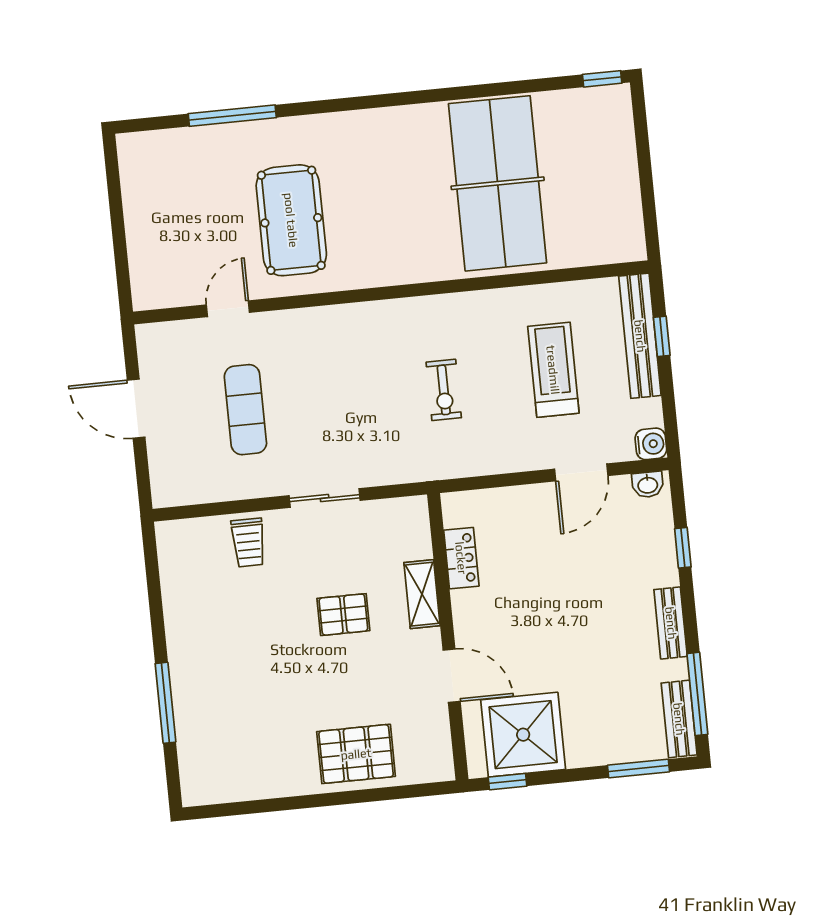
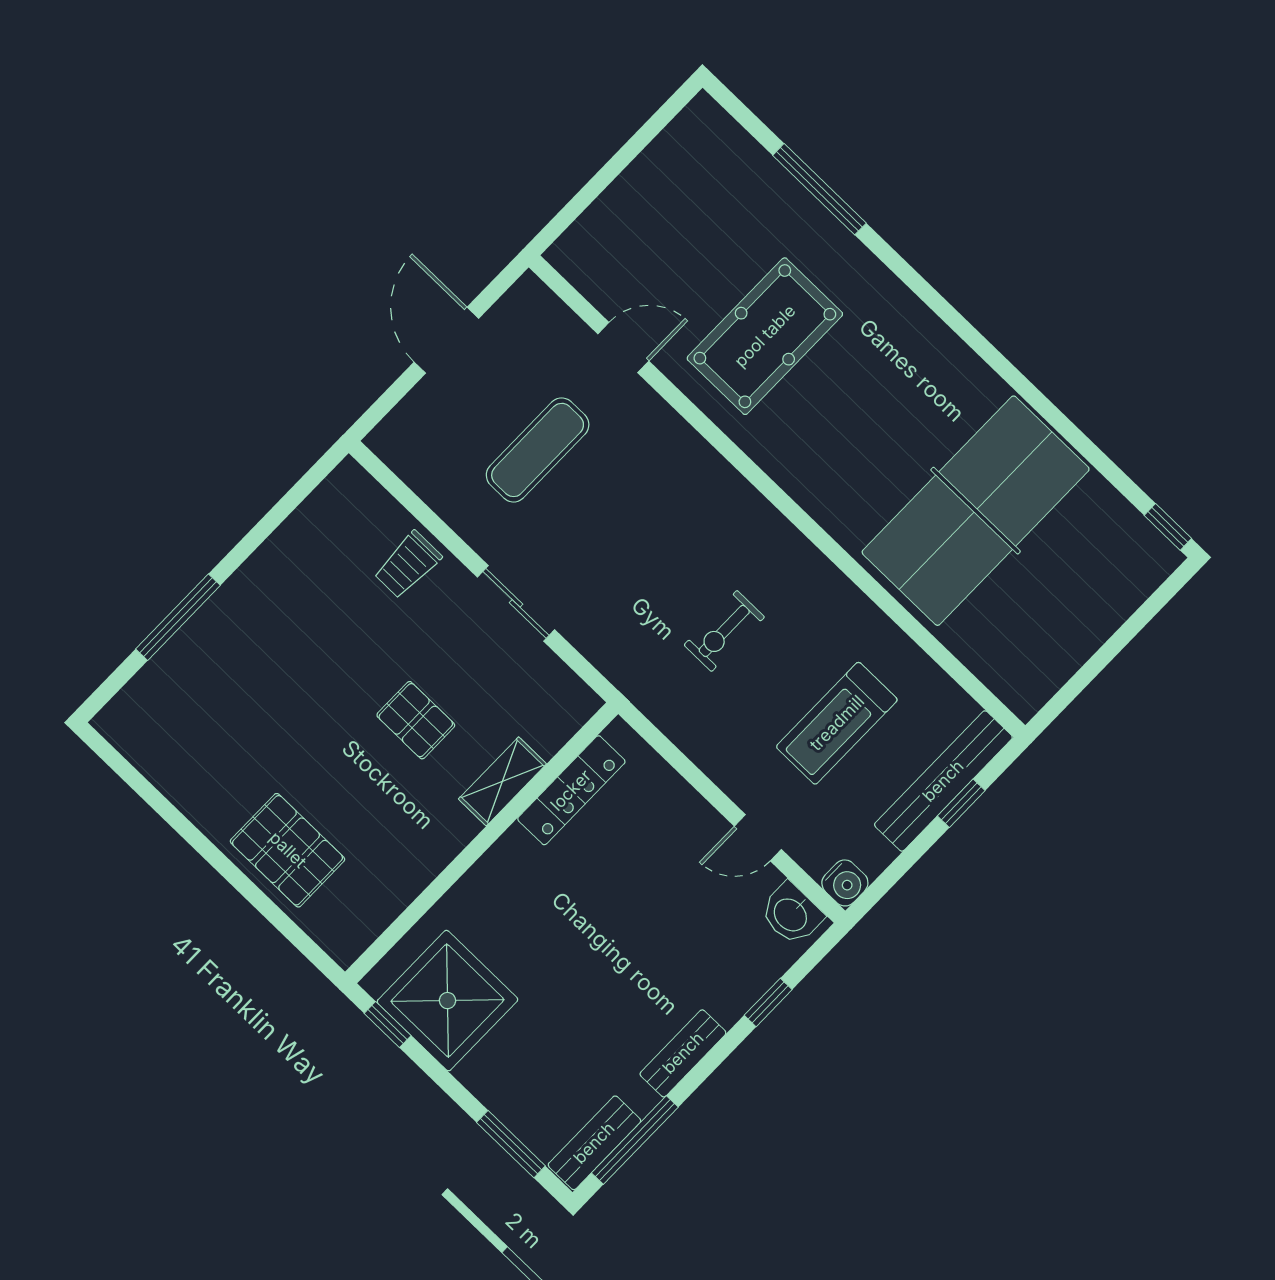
treadmill: (553, 370) -> (837, 723), turned 180
door: (581, 472) -> (758, 838), width x0.73
washbasin: (648, 485) -> (791, 914), width x1.38, depth x1.45
locker: (461, 558) -> (571, 790), width x1.53
door: (452, 676) -> (446, 880), removed

